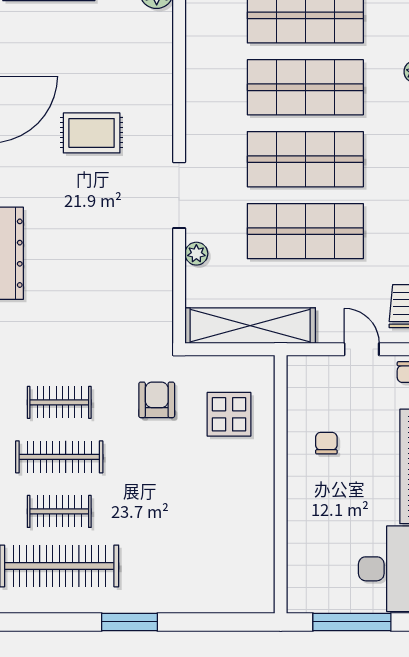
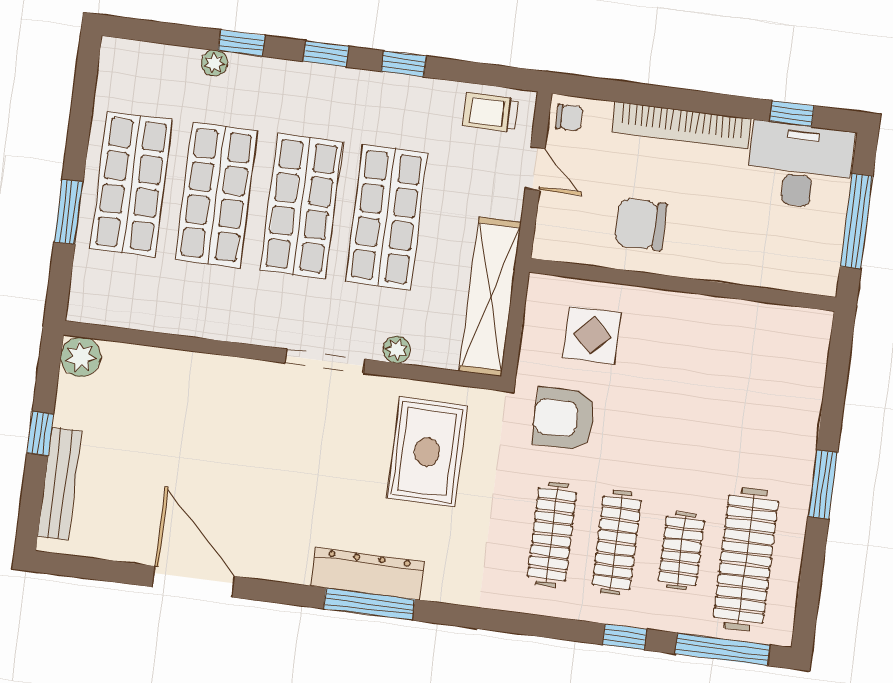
rug: (92, 133) -> (427, 452), moved, width x1.36, depth x1.43
door: (362, 349) -> (535, 168), swing flipped
armchair: (157, 400) -> (564, 419), width x1.38, depth x1.38
clothes rail: (59, 402) -> (552, 534), width x1.36
chair: (326, 443) -> (641, 224), width x1.87, depth x1.87

